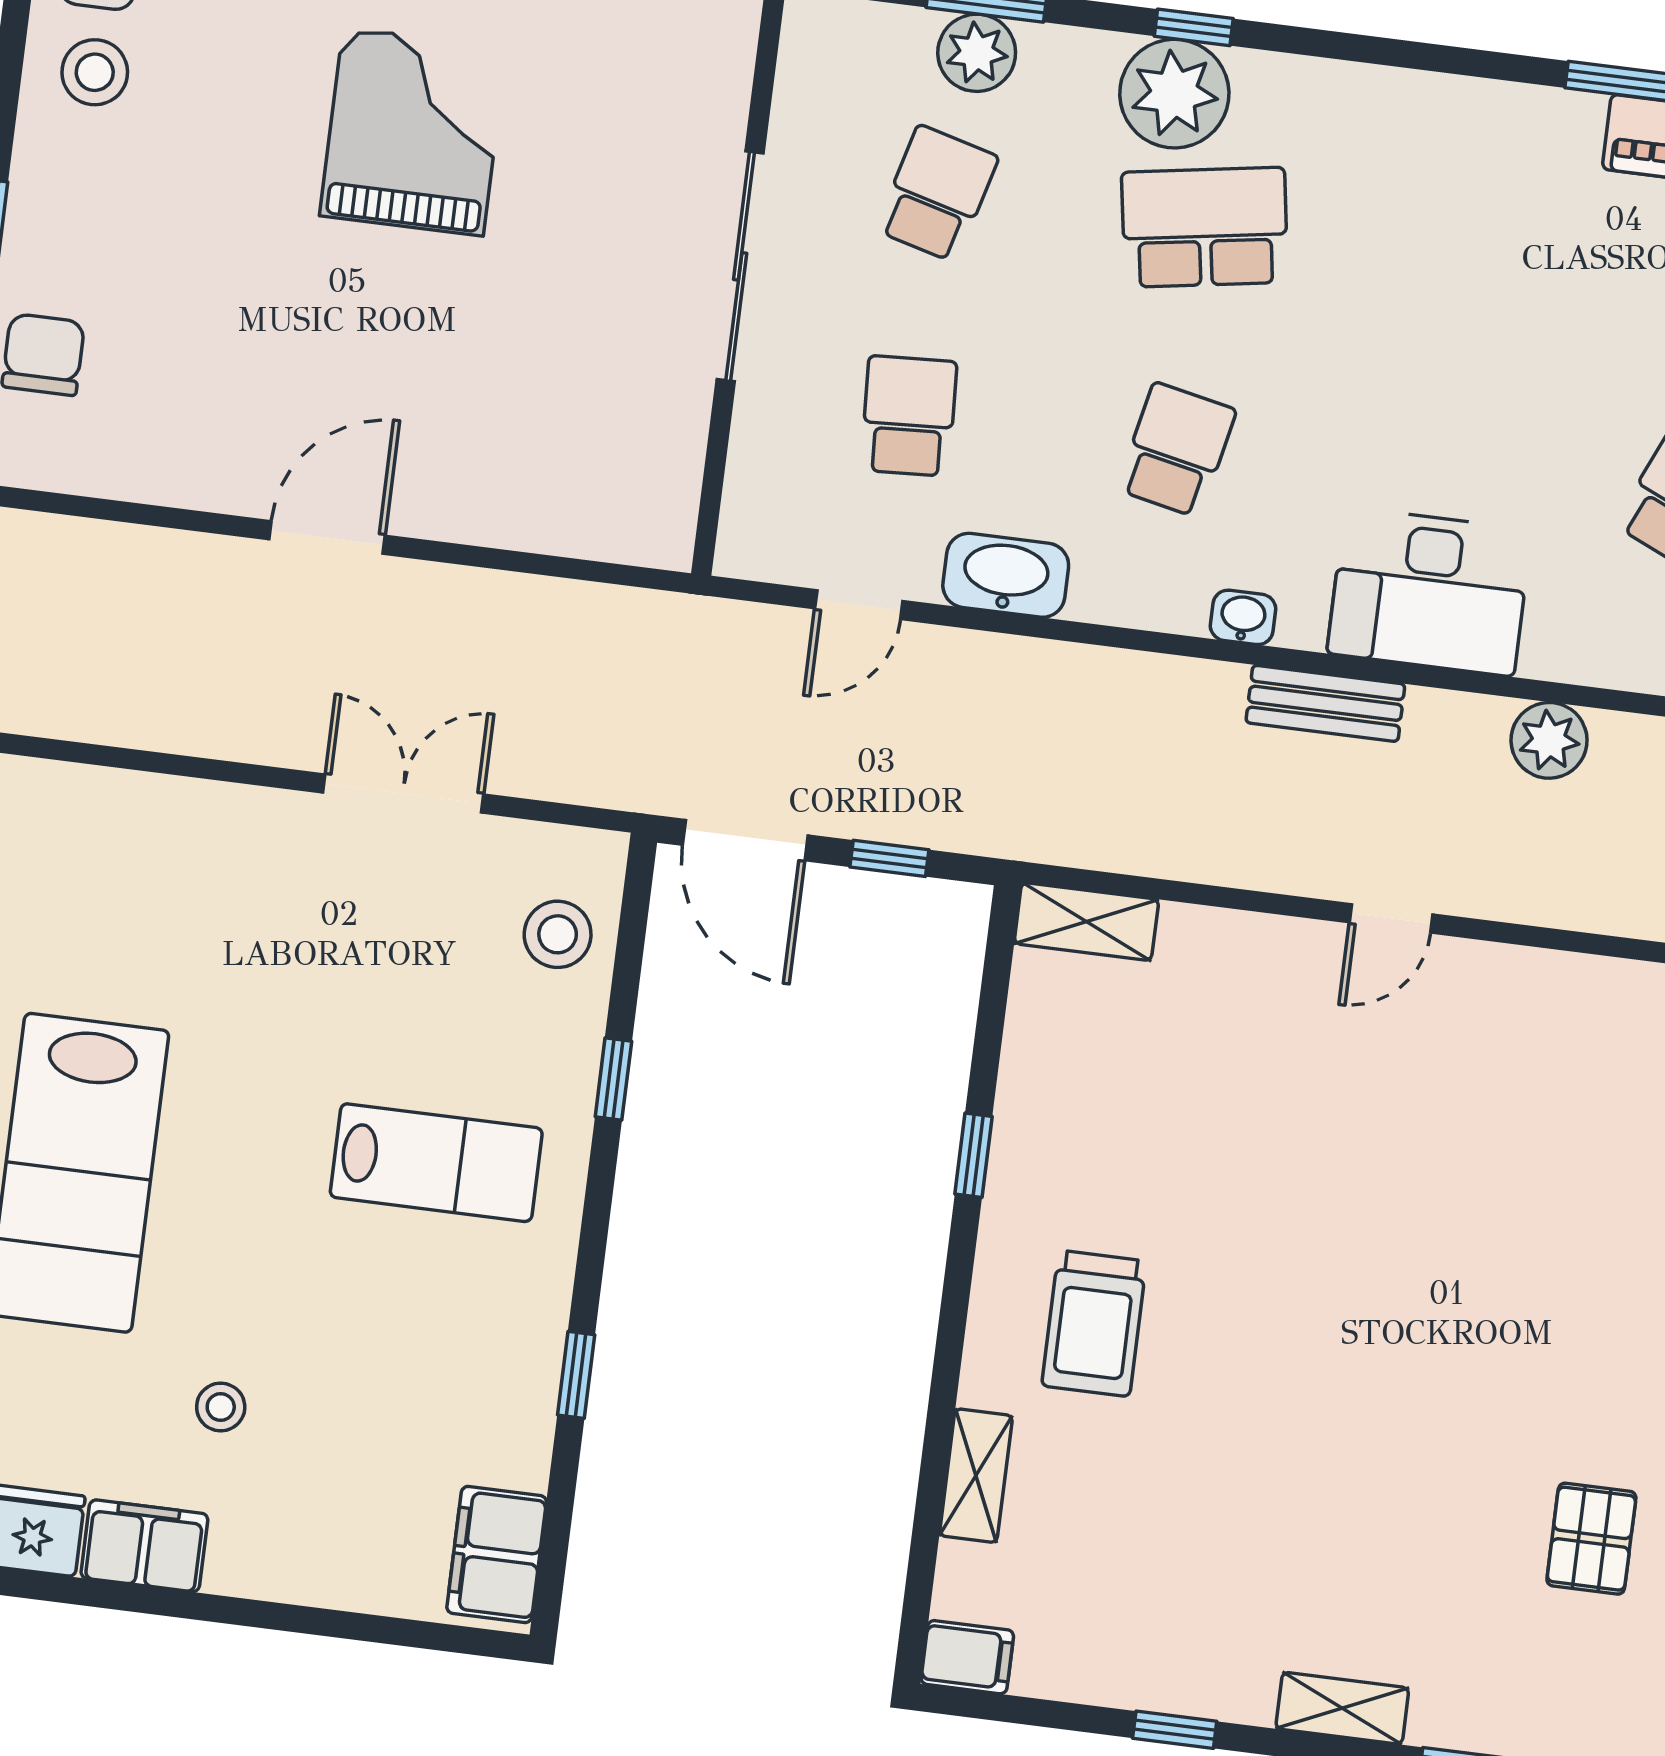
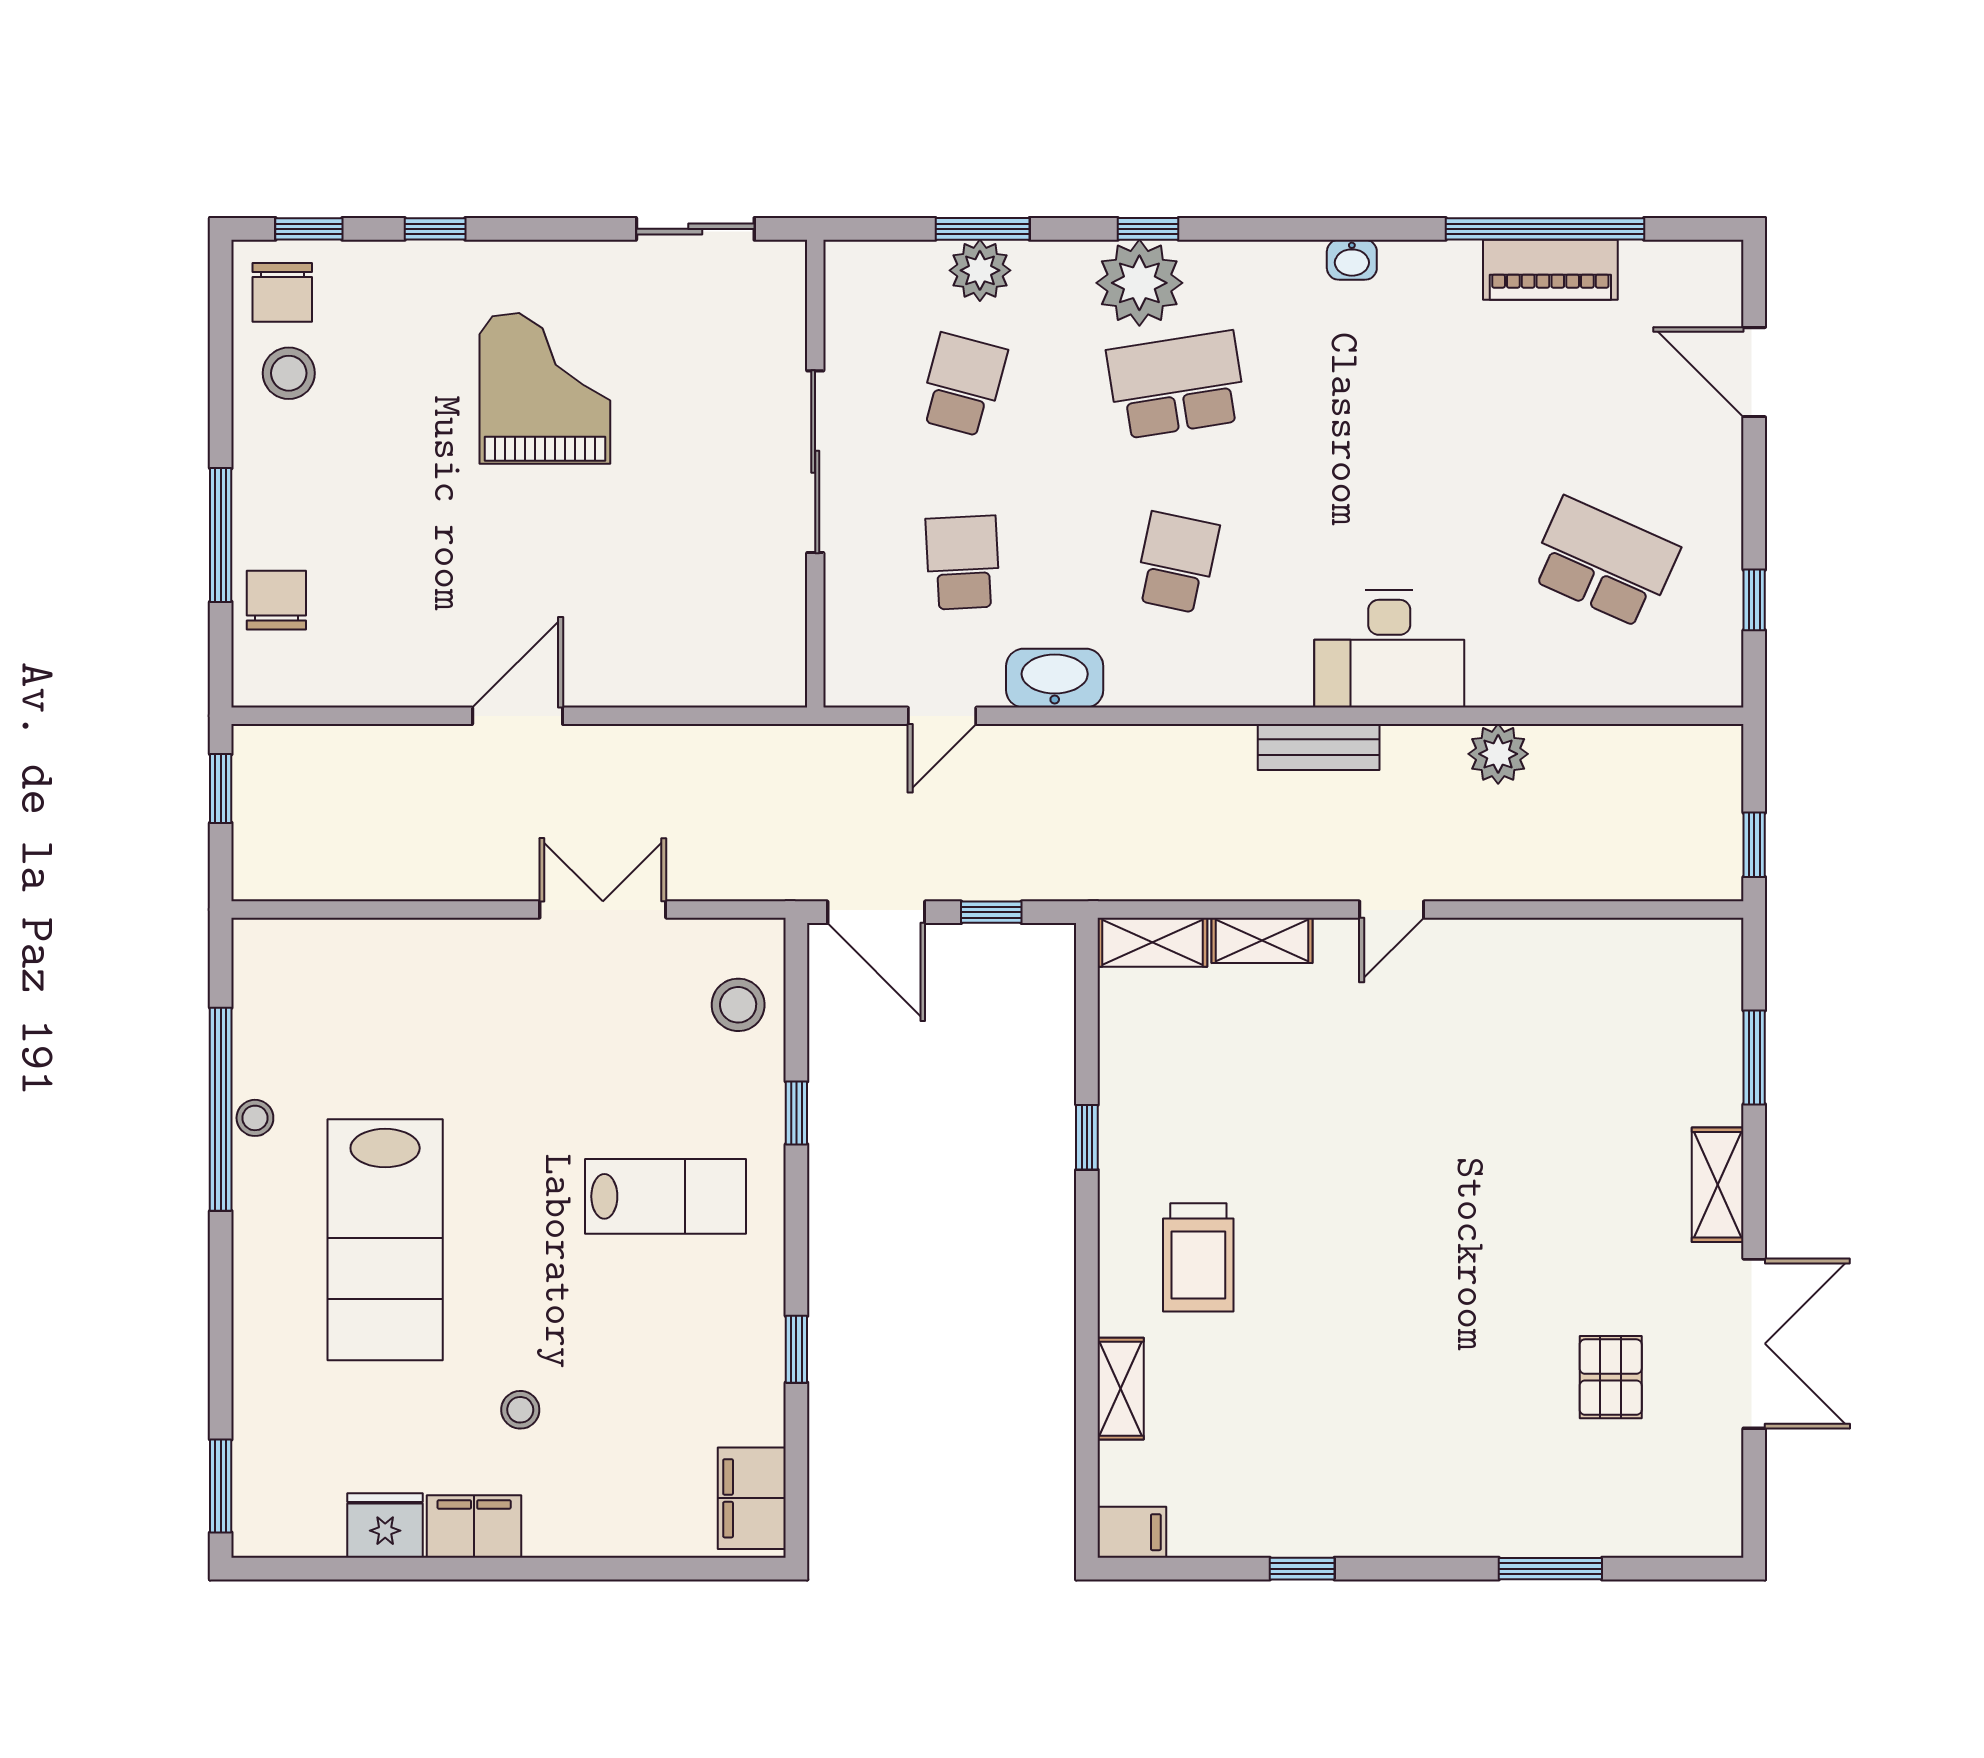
washbasin: (1243, 617) -> (1352, 260), moved, turned 180
shelving: (1342, 1708) -> (1262, 940), moved

